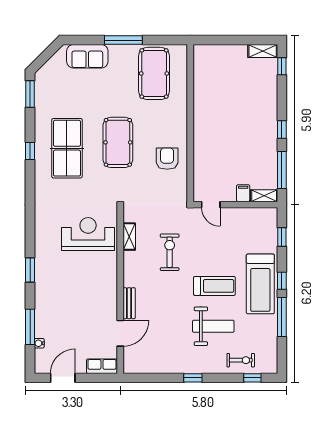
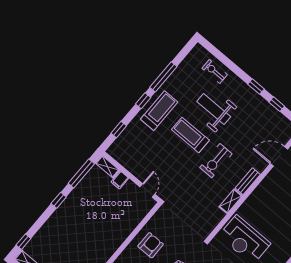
armchair: (167, 159) -> (151, 245), turned 180
shelving: (129, 237) -> (231, 201), moved
exercise bike: (170, 252) -> (216, 161), moved
treadmill: (260, 284) -> (159, 111), width x0.73, depth x0.73
bench: (129, 303) -> (248, 181), moved
window: (252, 378) -> (277, 104), moved

